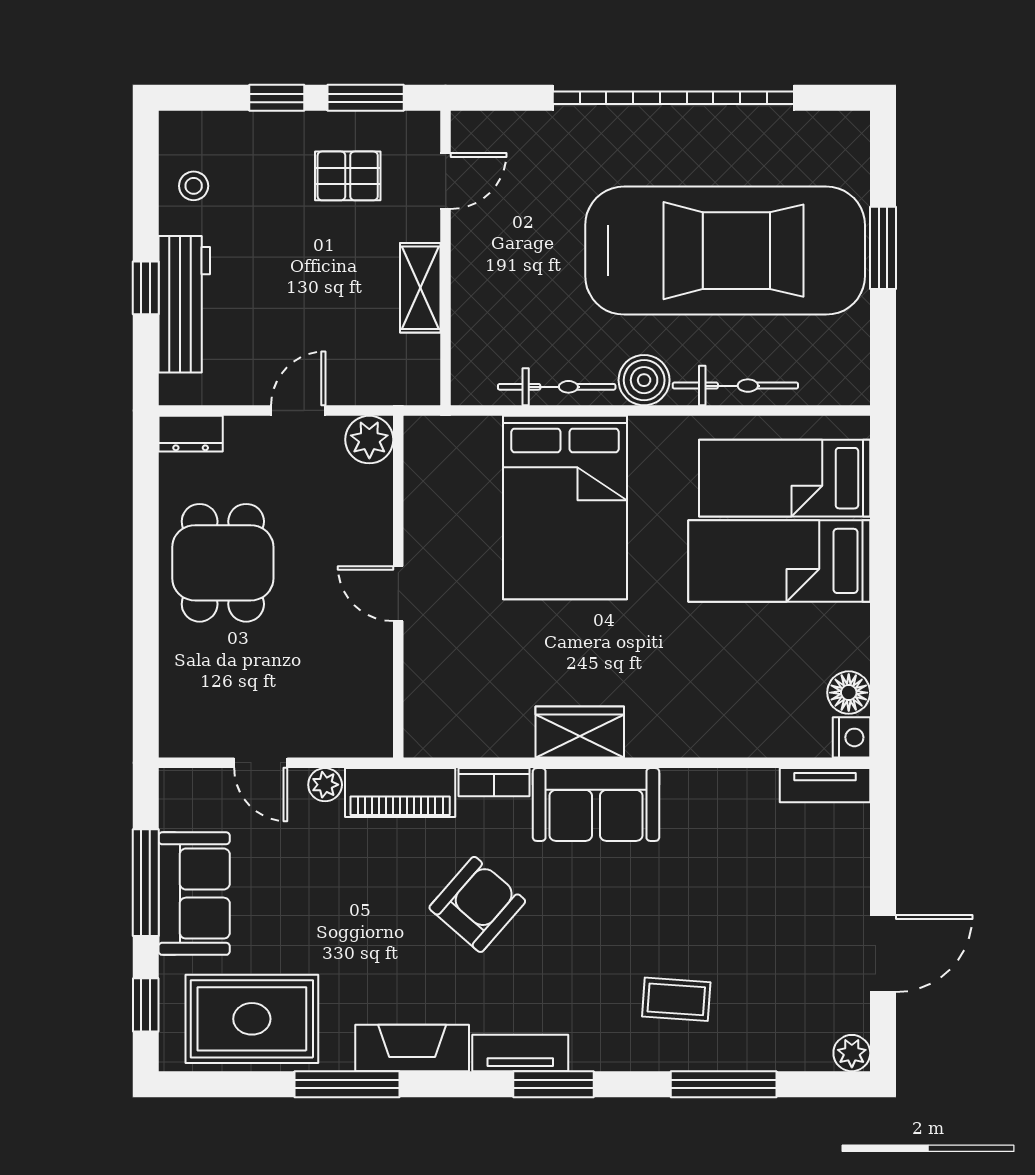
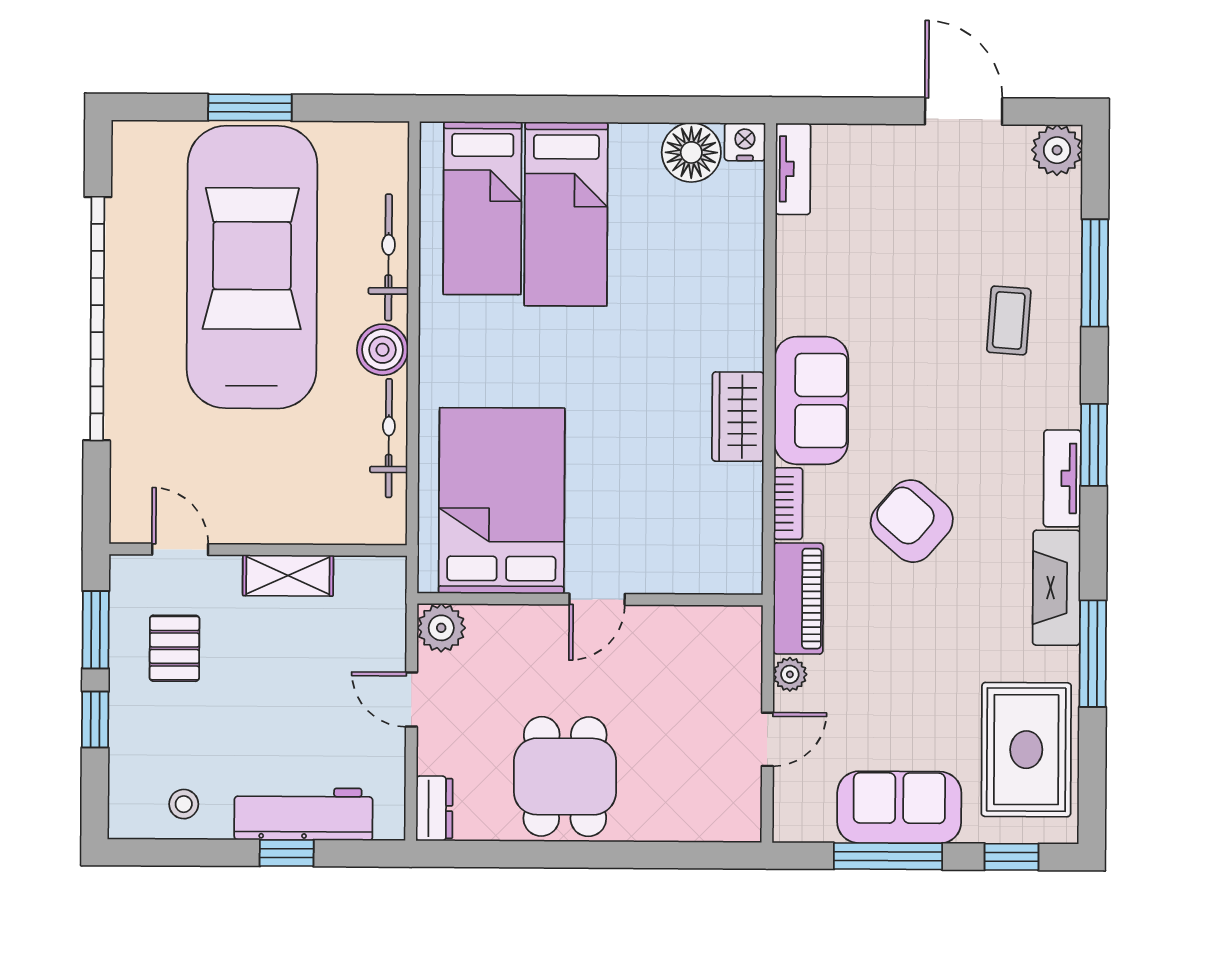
bed: (565, 508) -> (502, 501), moved, turned -90
dining table: (223, 563) -> (565, 777), turned 90
floor lamp: (849, 693) -> (691, 152), width x1.38, depth x1.38
plant: (852, 1053) -> (1057, 150), width x1.38, depth x1.38

